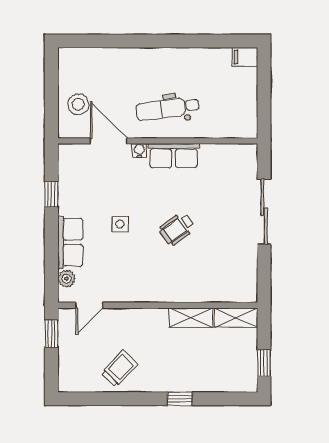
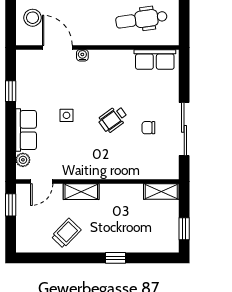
dental chair: (167, 109) -> (141, 19), moved
row of seats: (174, 156) -> (155, 59), moved
sliding door: (264, 212) -> (184, 129), moved
chair: (220, 239) -> (148, 128), added
shelving: (191, 318) -> (81, 192), moved

